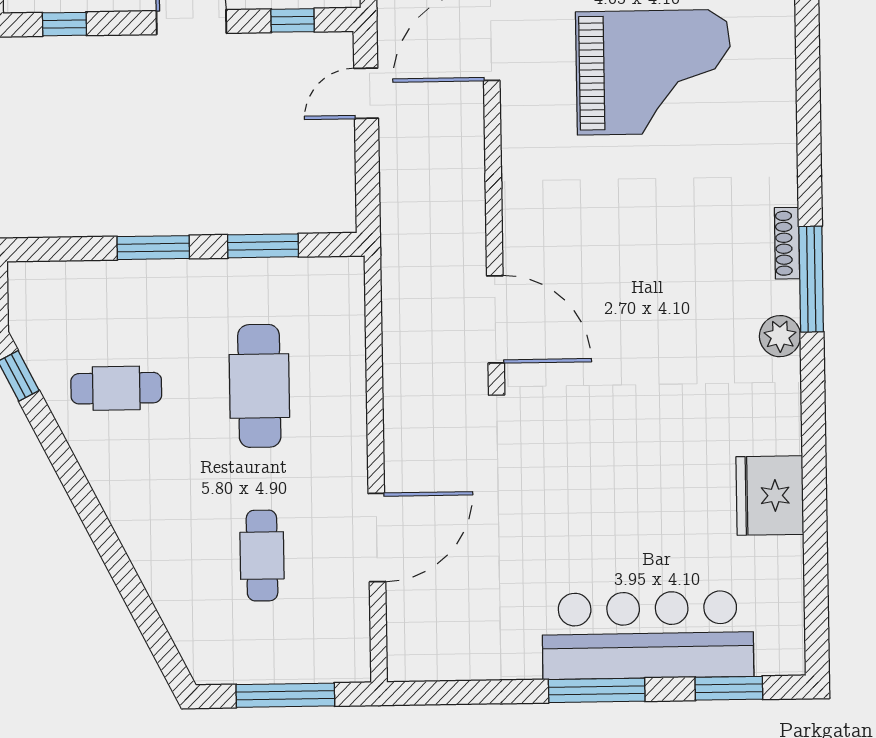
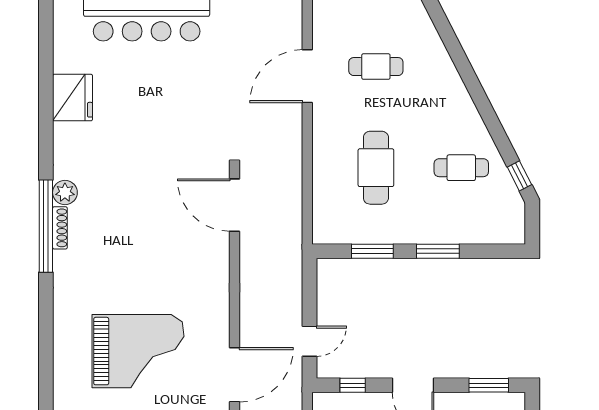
window: (64, 24) -> (489, 385), width x1.50
grand piano: (653, 72) -> (138, 351), turned 180
shoe rack: (787, 243) -> (60, 228), moved
window: (811, 279) -> (46, 226), width x1.46
cafe table: (262, 556) -> (376, 67), turned 90

